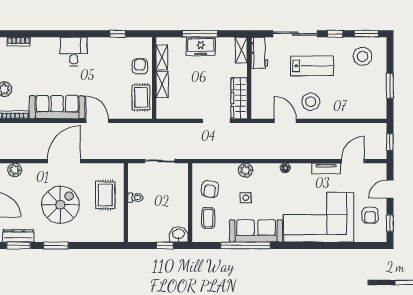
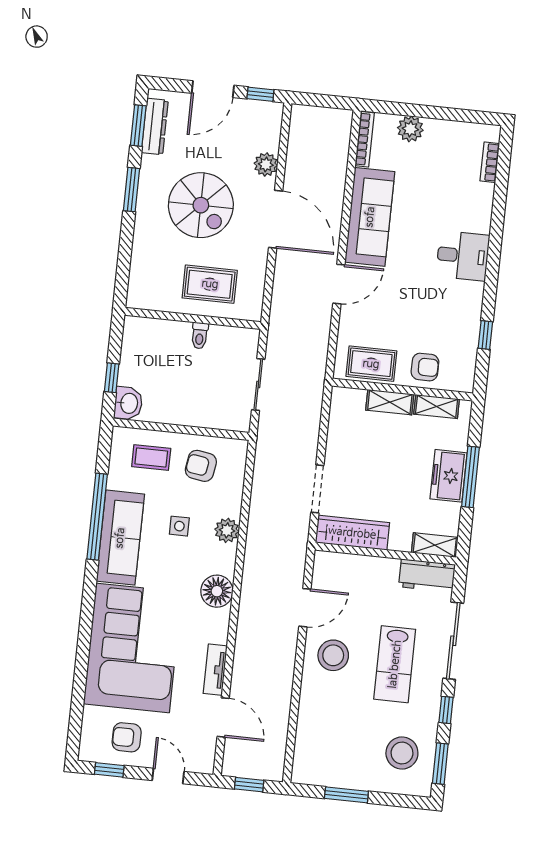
floor lamp: (285, 168) -> (217, 591), width x1.89, depth x1.89
plant: (15, 170) -> (266, 164), moved

